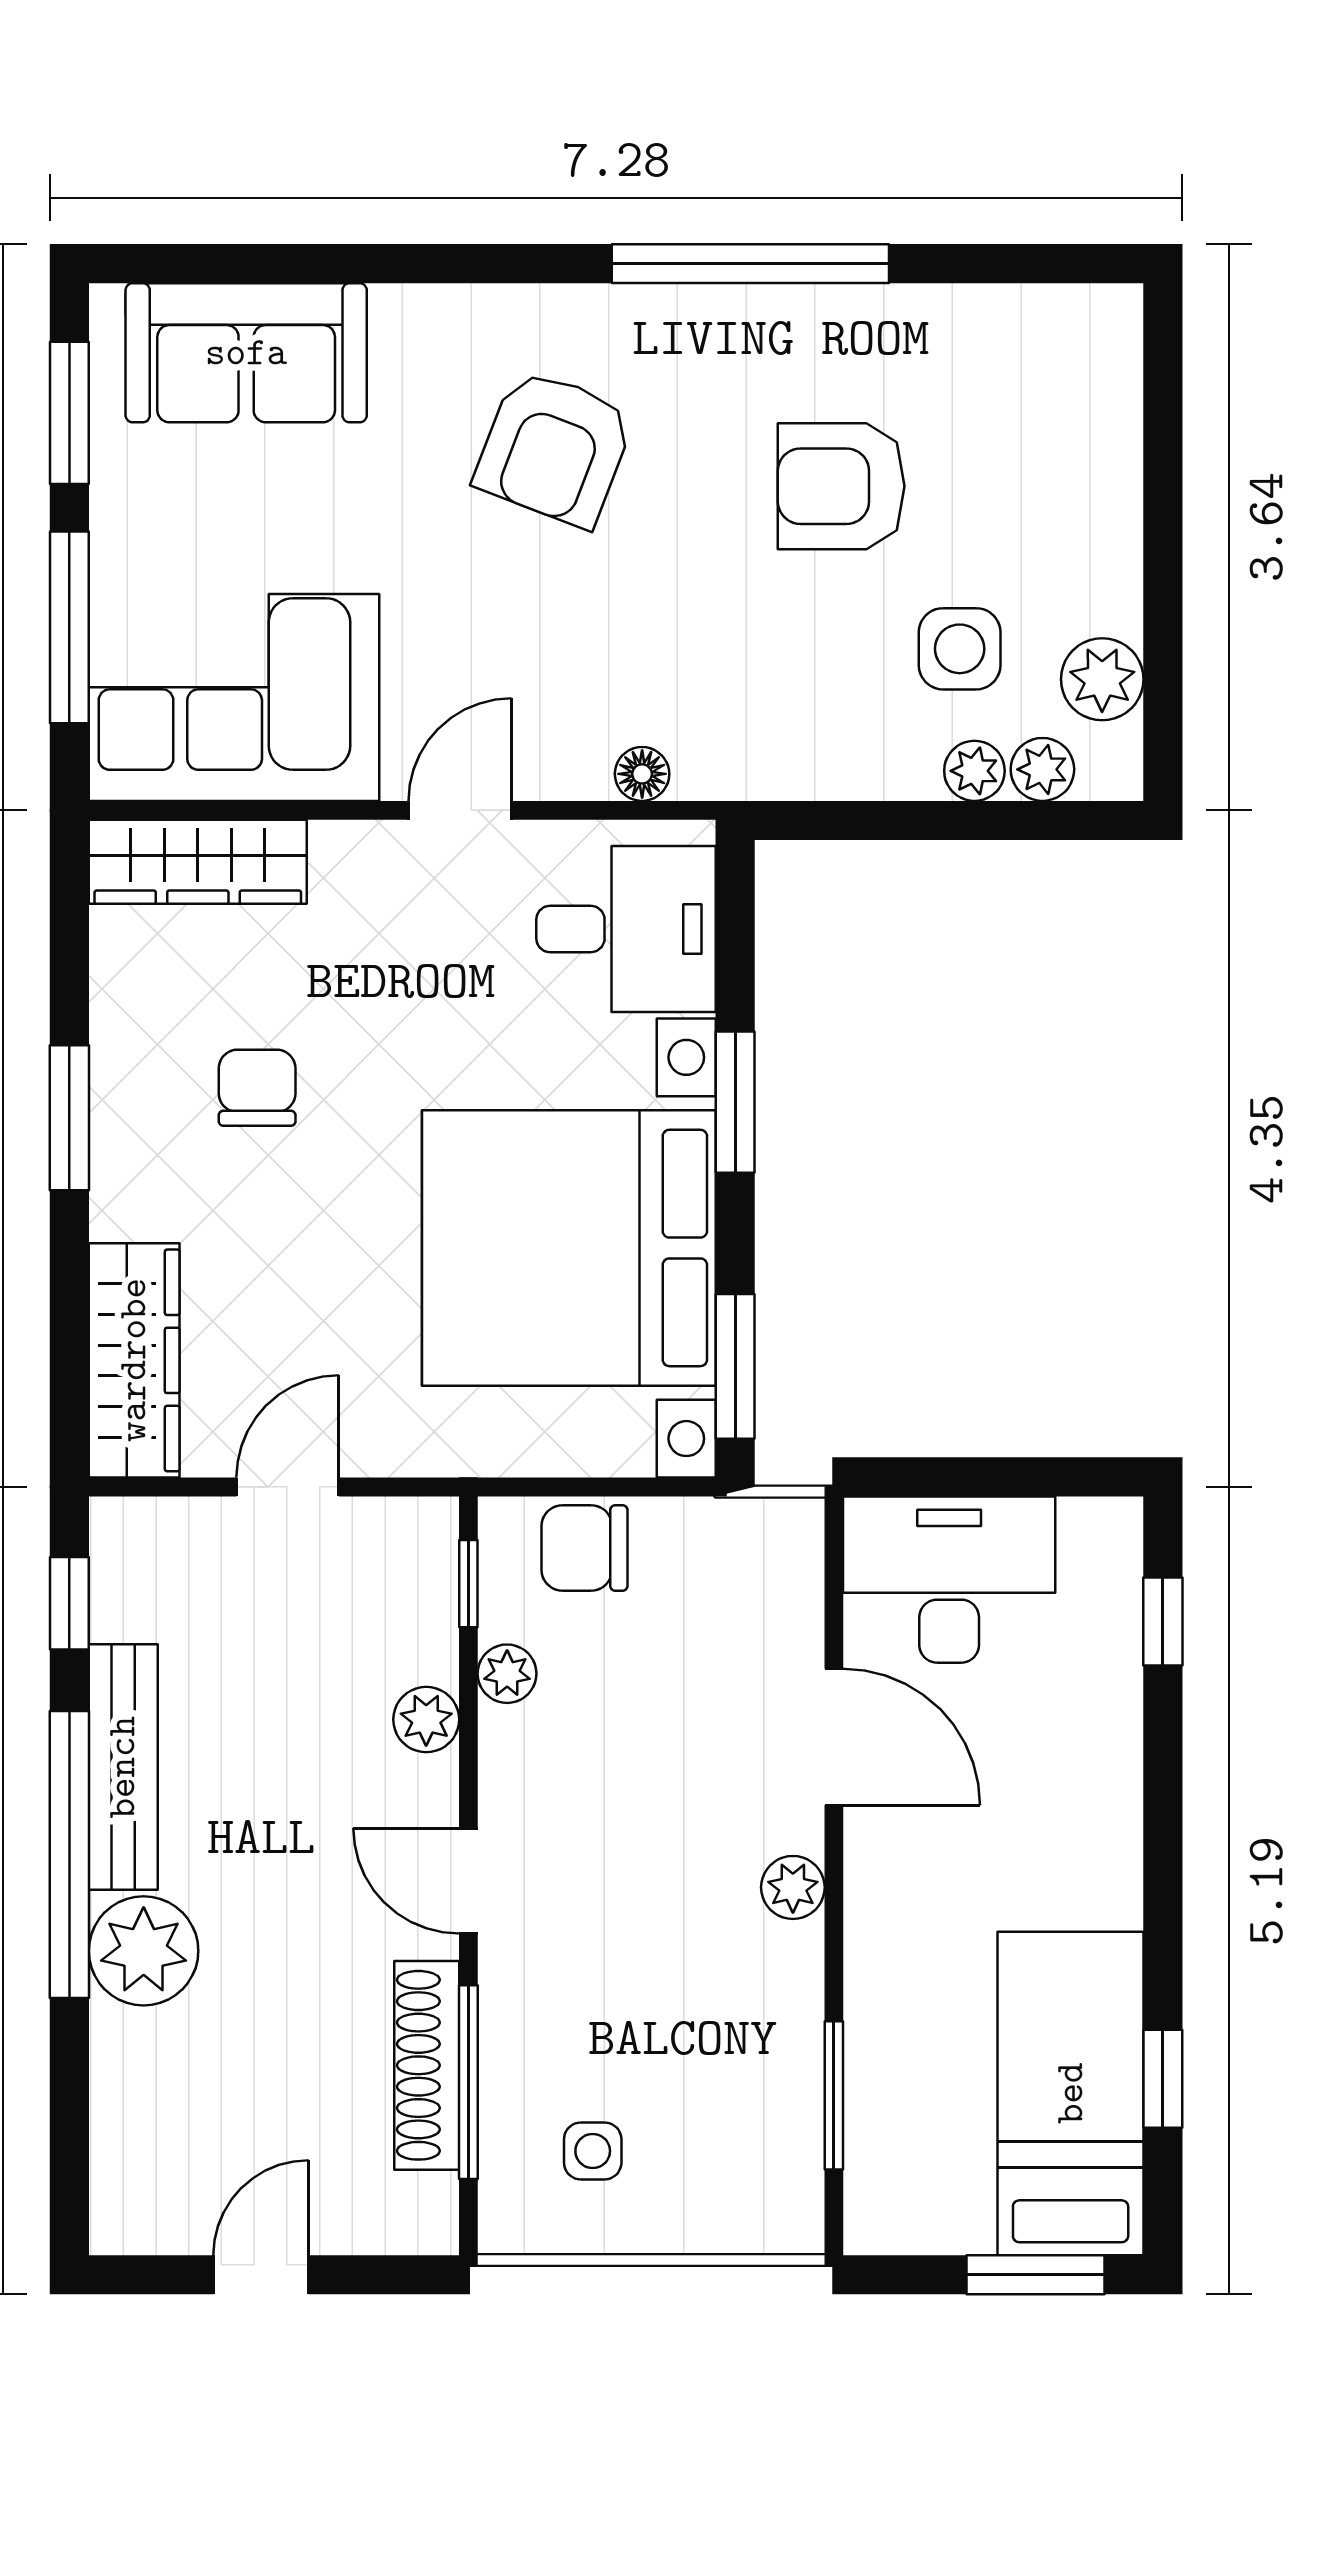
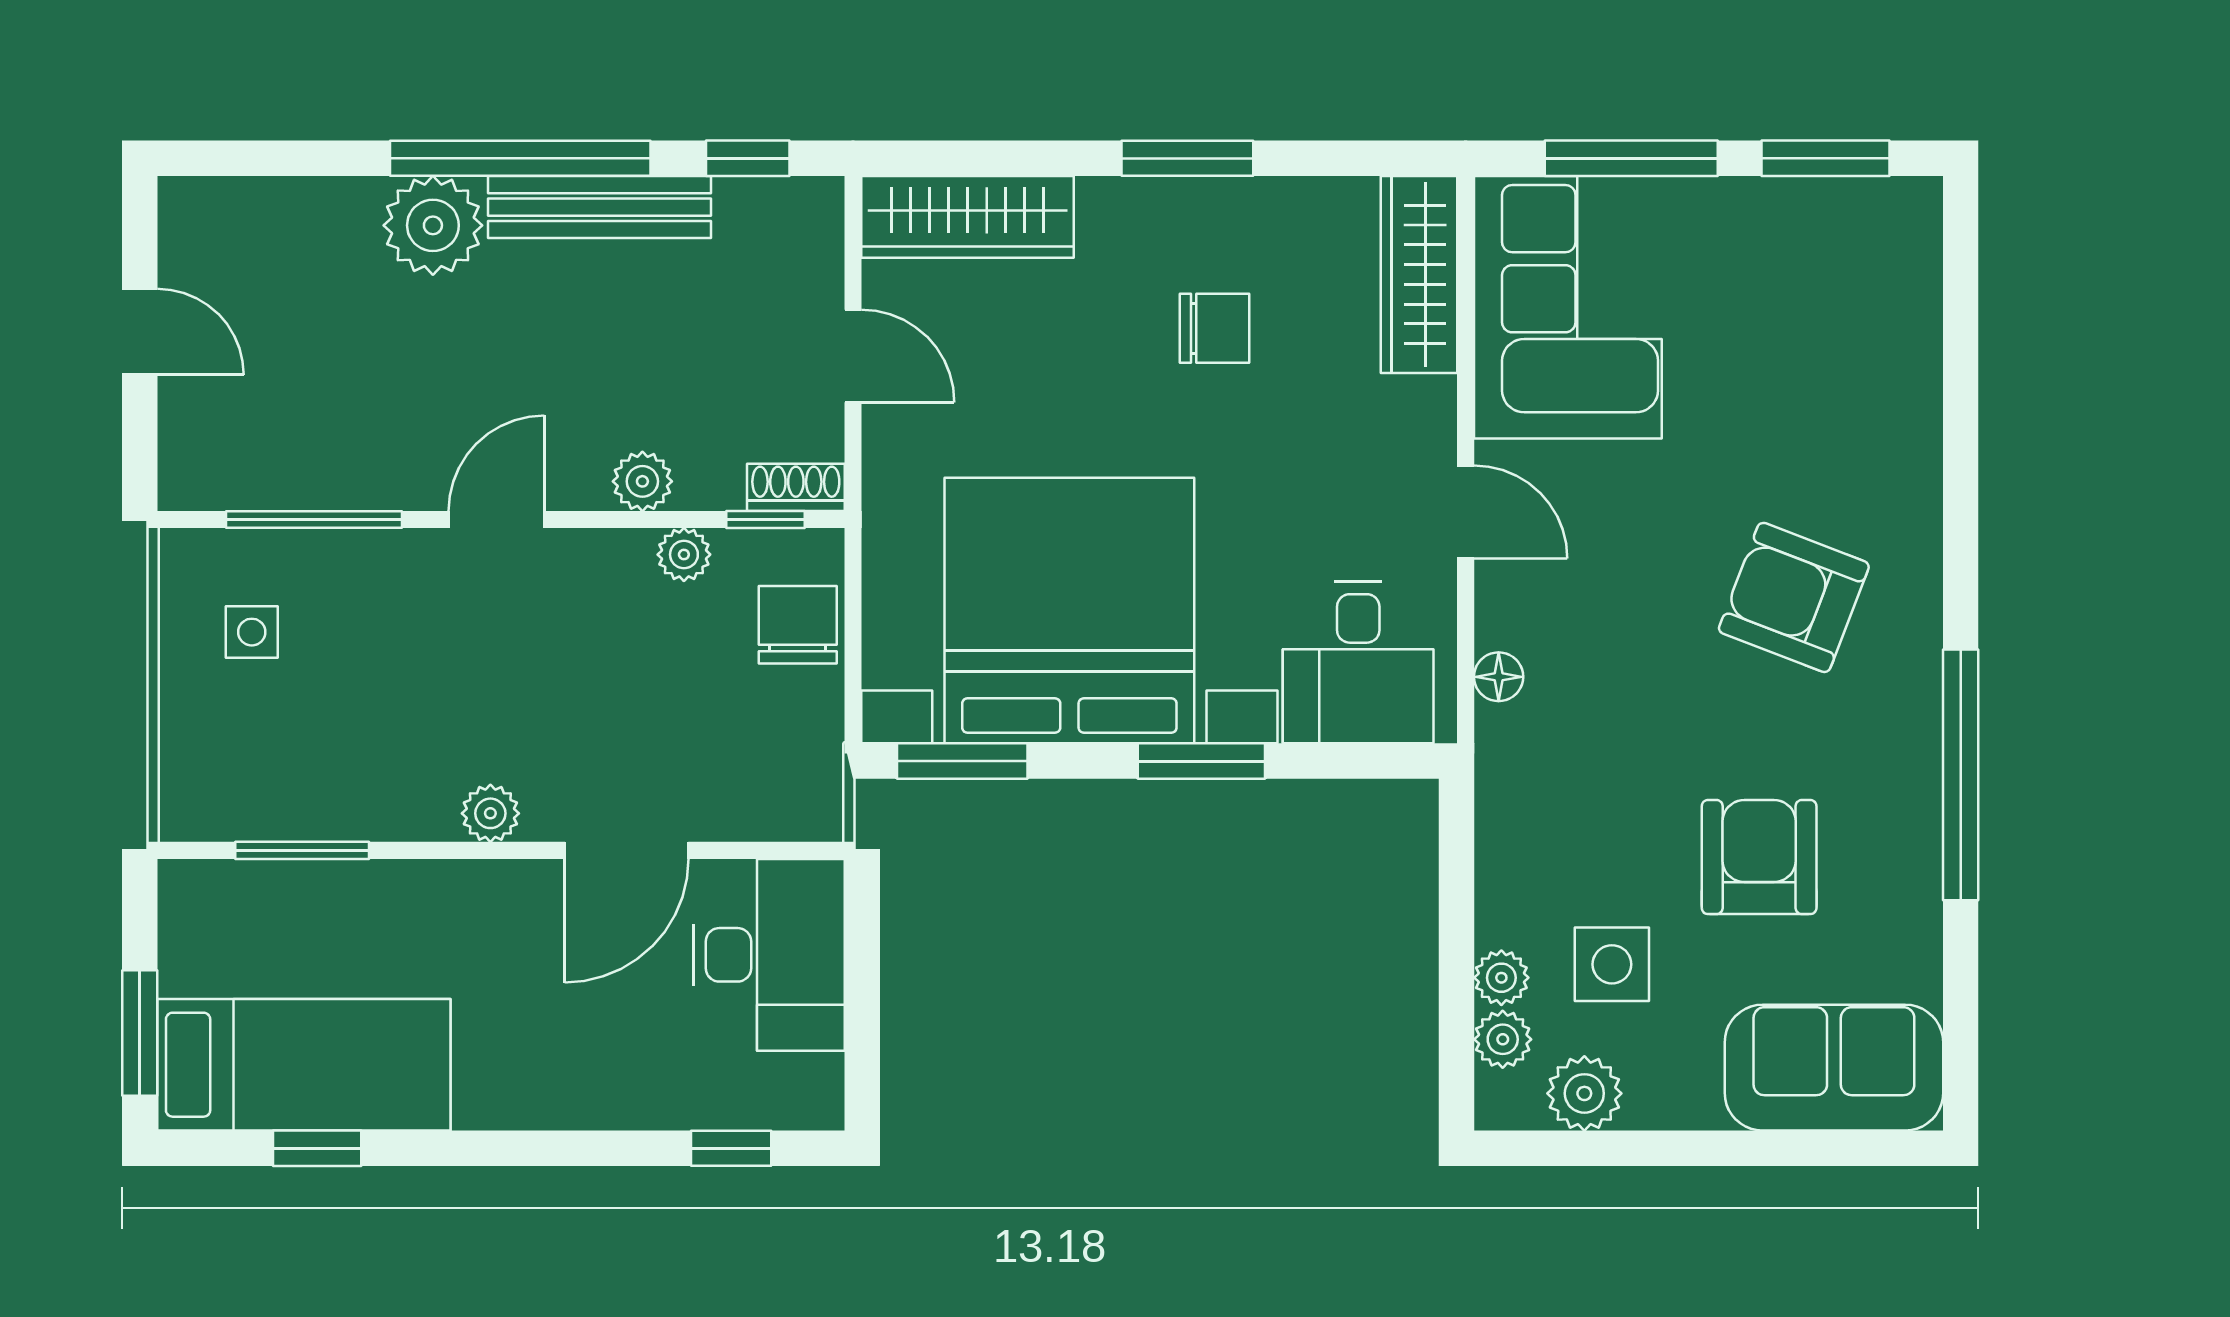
sofa: (246, 353) -> (1834, 1068), moved, turned 90
shoe rack: (427, 2065) -> (796, 487), moved, width x0.51, depth x0.81

